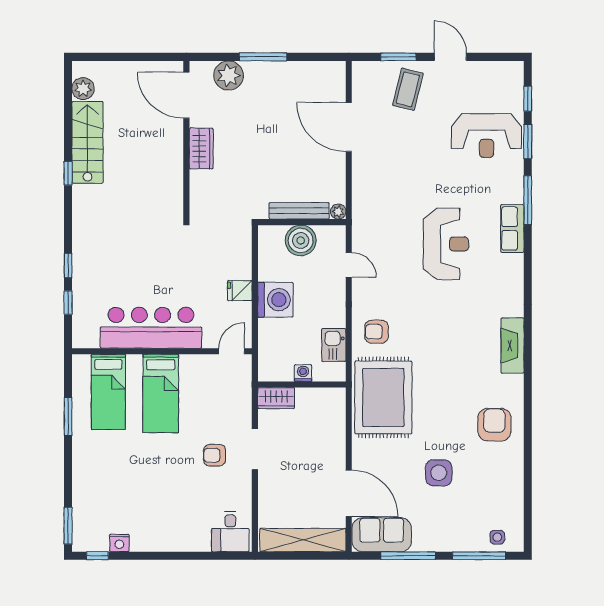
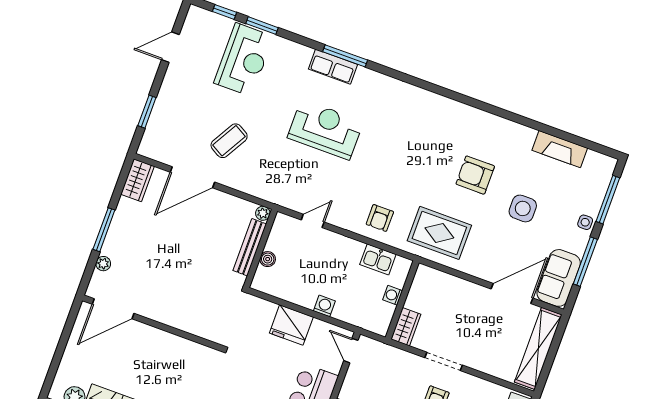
door: (450, 57) -> (170, 47), moved
plant: (229, 75) -> (103, 264), width x0.53, depth x0.53
coffee table: (408, 89) -> (229, 141), moved, turned -74
wardrobe: (201, 149) -> (138, 180), moved, turned 90
window: (528, 200) -> (345, 56), moved
boiler: (301, 240) -> (268, 259), width x0.54, depth x0.54
fridge: (240, 291) -> (291, 325), width x1.88, depth x1.34
washing machine: (275, 300) -> (324, 306), width x0.53, depth x0.53
fireplace: (512, 346) -> (560, 149), moved
rug: (383, 397) -> (439, 233), width x0.73, depth x0.69
armchair: (494, 425) -> (475, 175), moved
side table: (497, 537) -> (585, 222), moved

